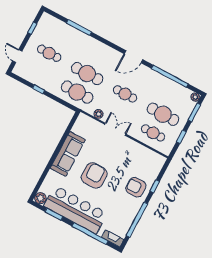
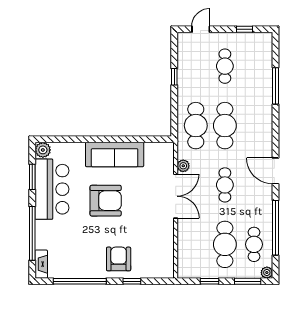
double door: (115, 129) -> (176, 196), width x1.37
cafe table: (153, 133) -> (254, 244), moved
bar counter: (76, 210) -> (52, 189), width x0.73

